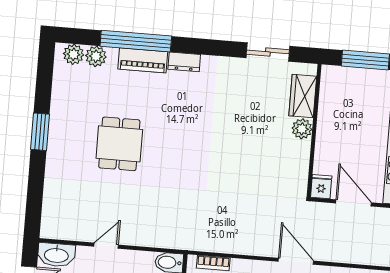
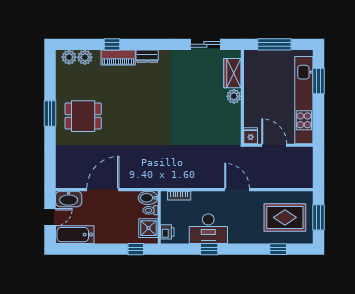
window: (136, 41) -> (112, 44), width x0.32
dining table: (119, 144) -> (83, 116), moved, turned 90
door: (106, 246) -> (103, 190), width x1.87

